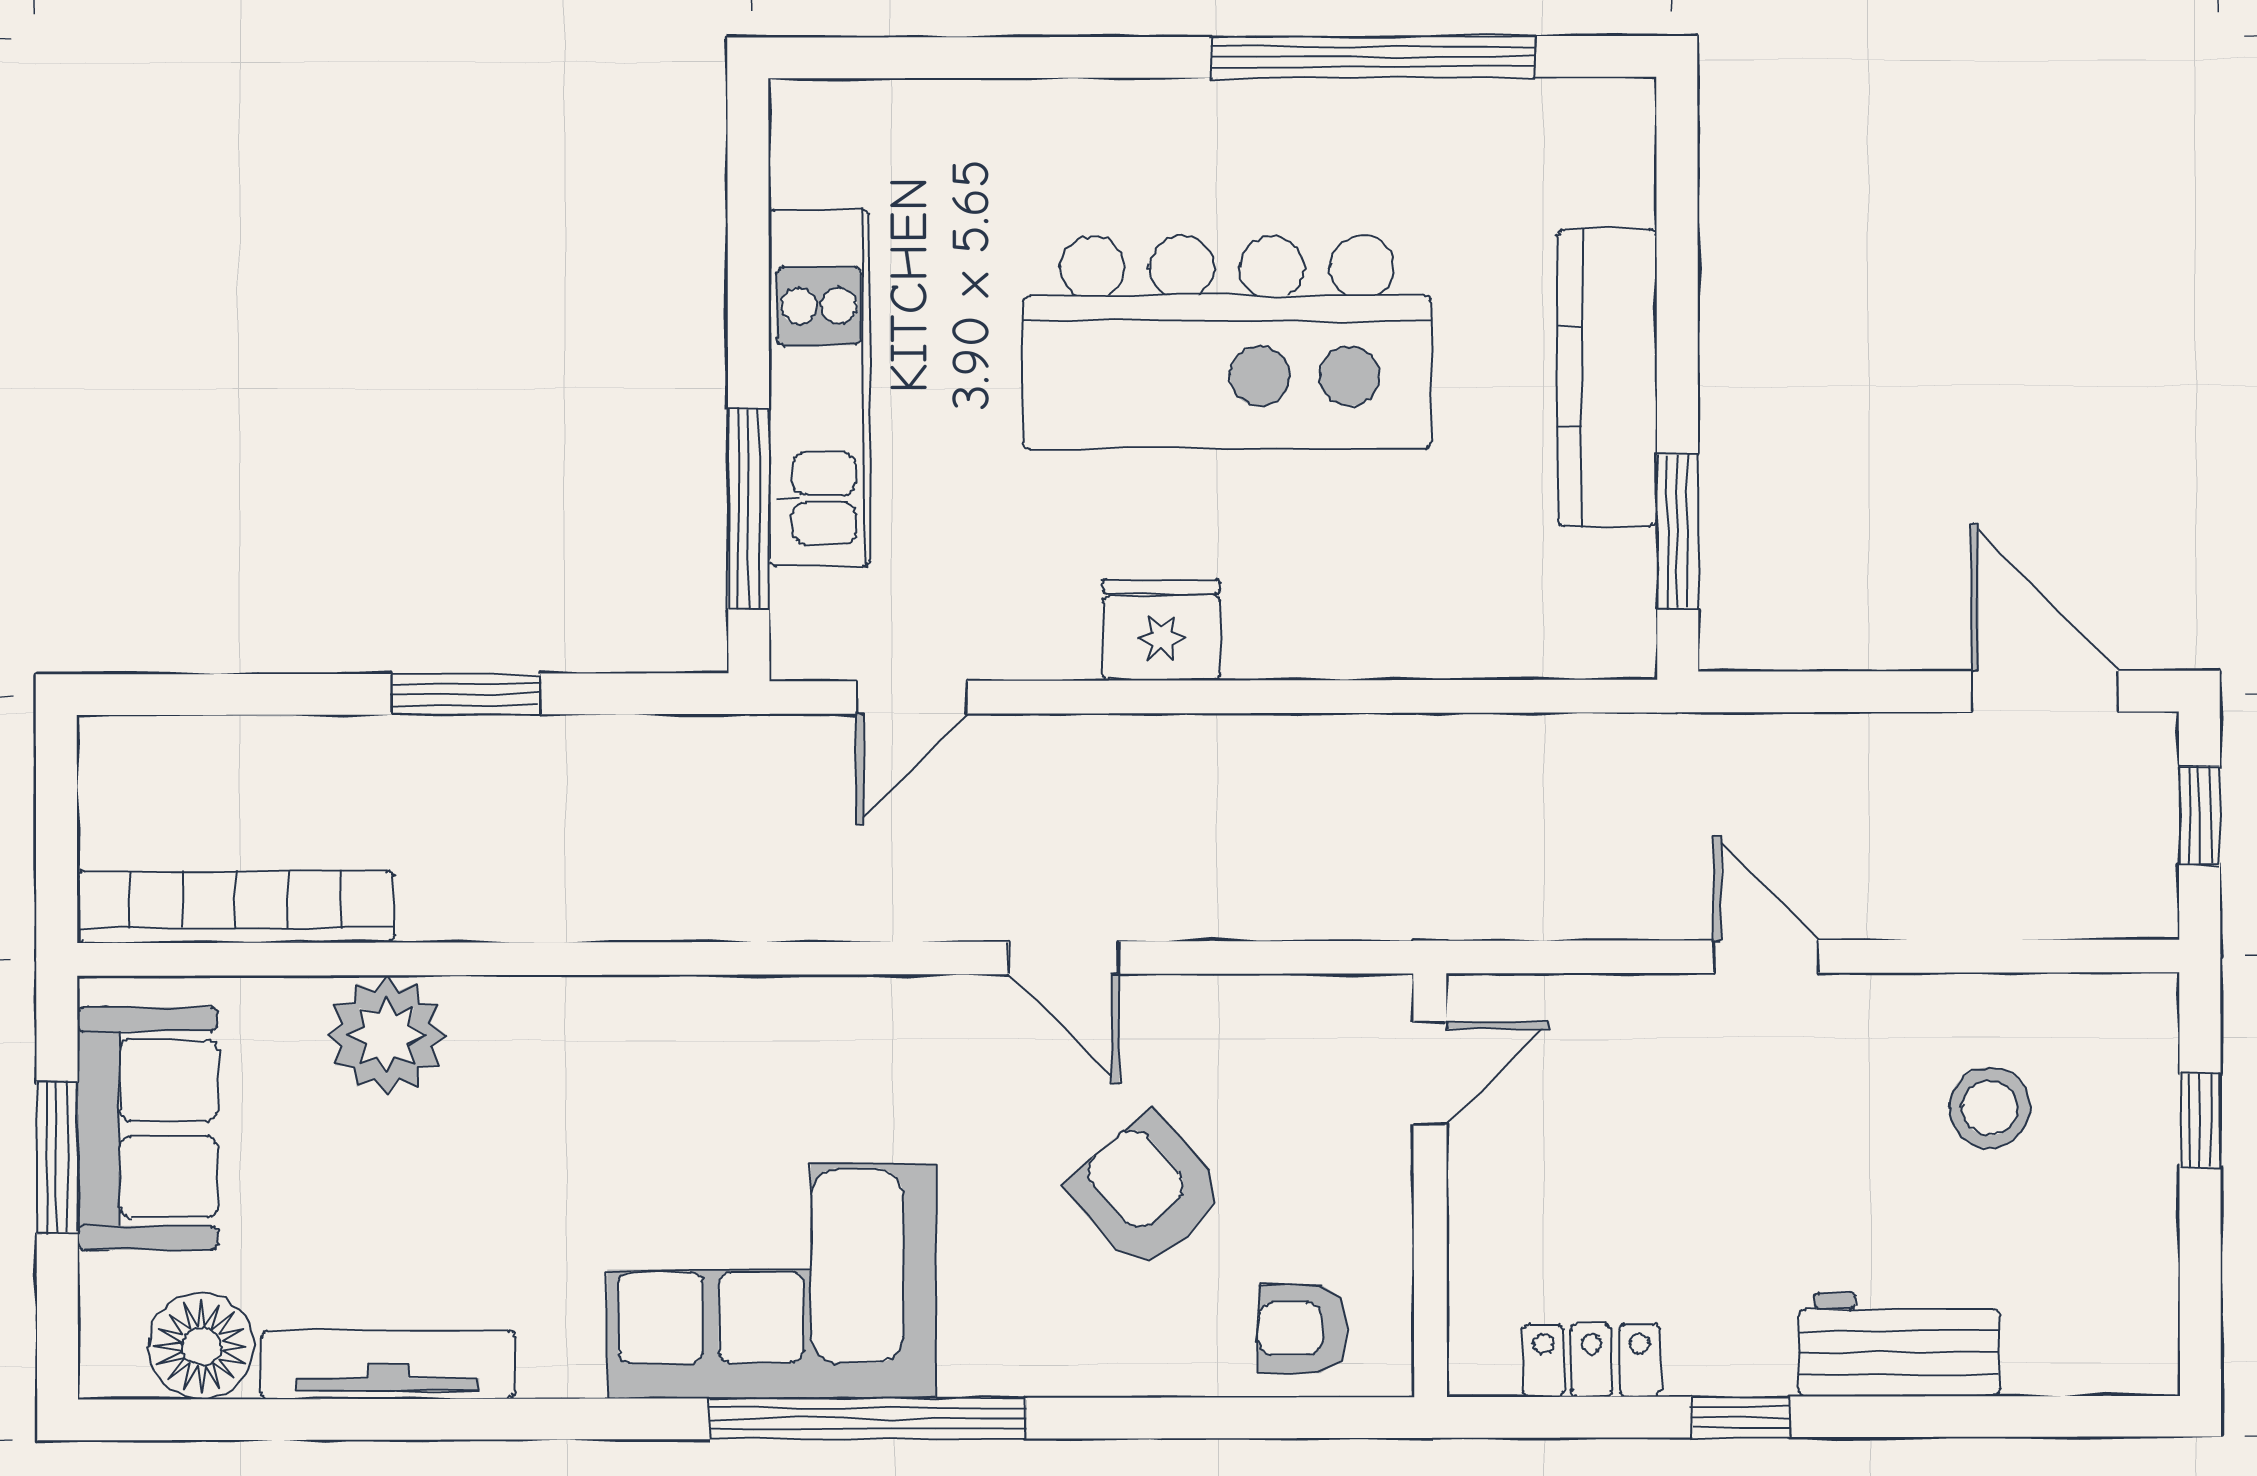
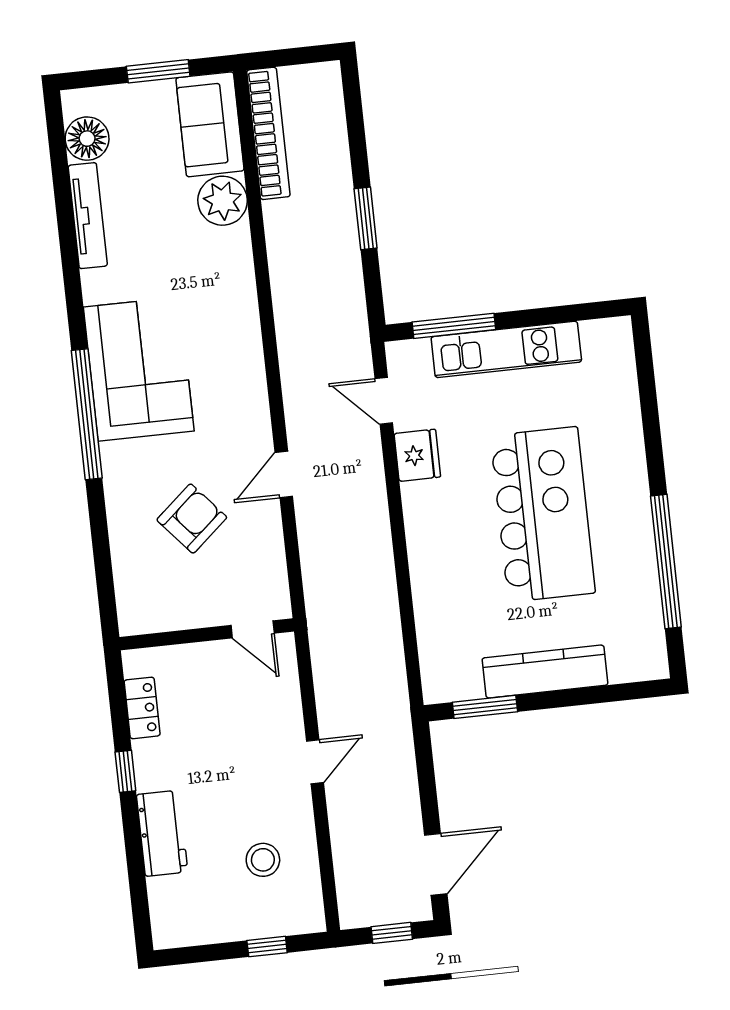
kitchen island: (1227, 342) -> (543, 514), turned 180
fridge: (1161, 630) -> (417, 455), moved
sofa: (148, 1129) -> (210, 124), moved, turned 90
armchair: (1303, 1329) -> (142, 588), removed

